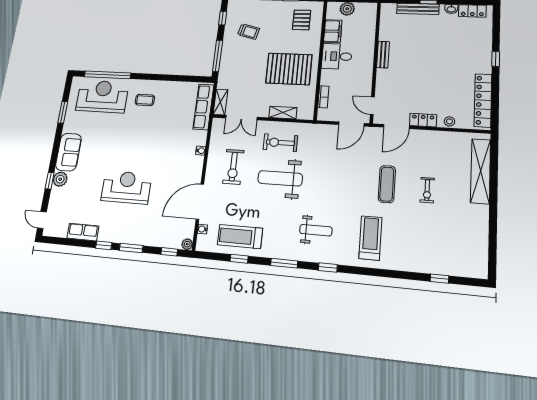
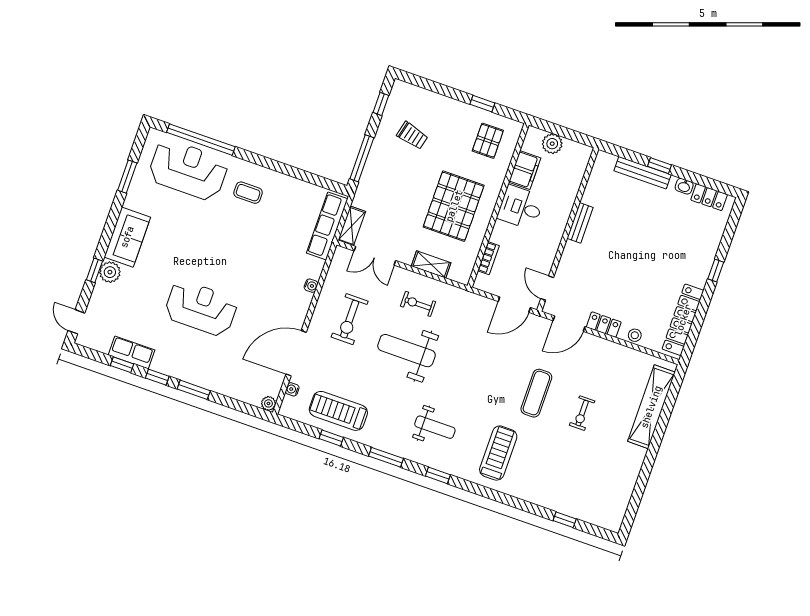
pallet: (289, 69) -> (454, 206), turned 90
exercise bike: (280, 143) -> (418, 304), width x0.73, depth x0.72
window: (169, 252) -> (122, 365), moved

